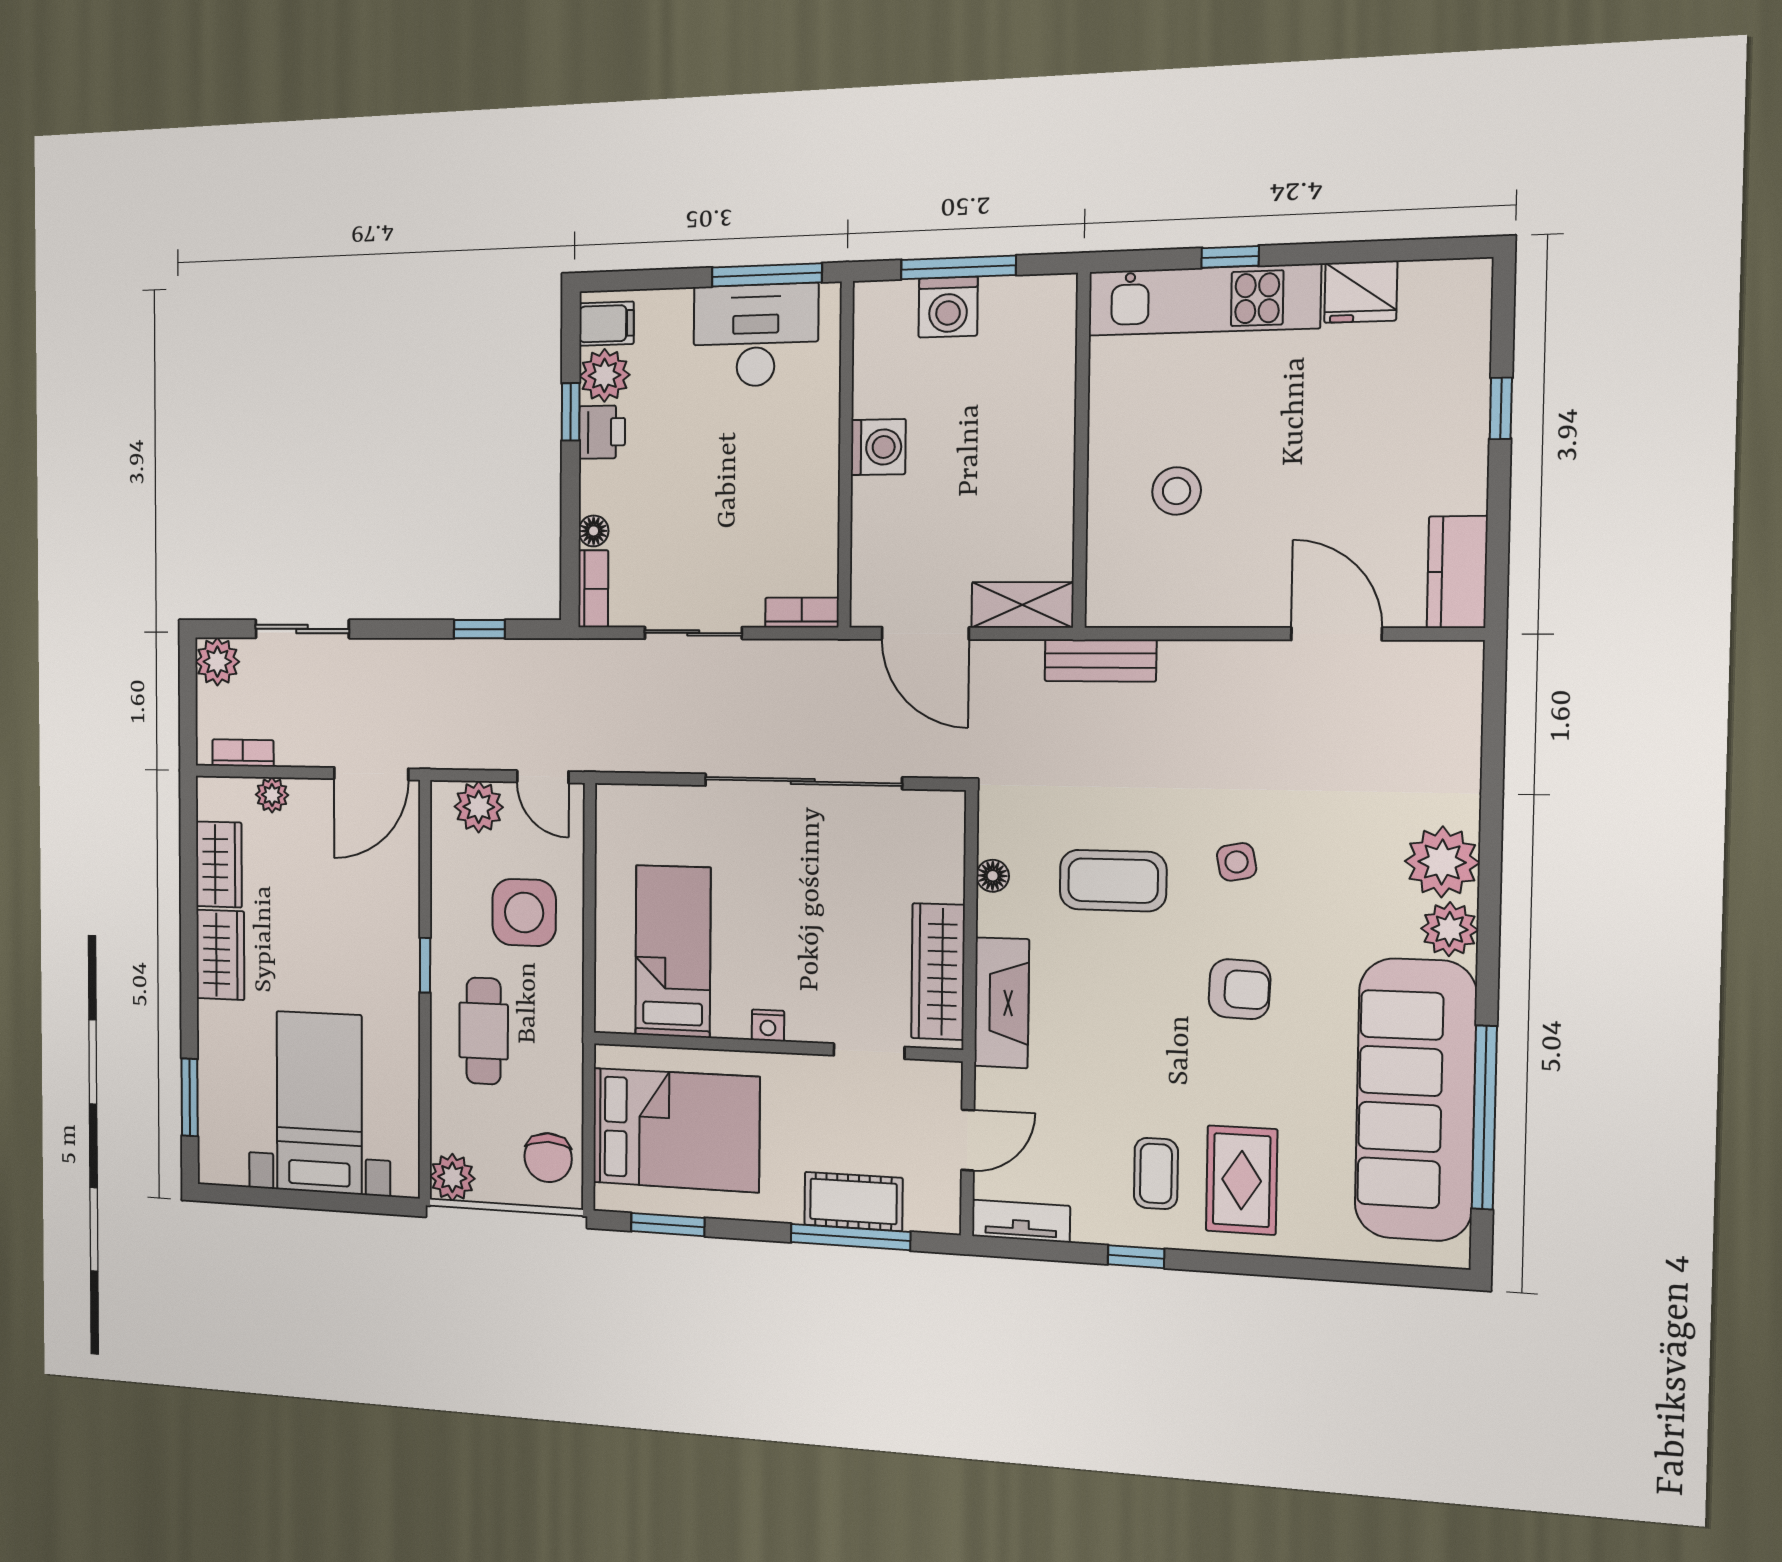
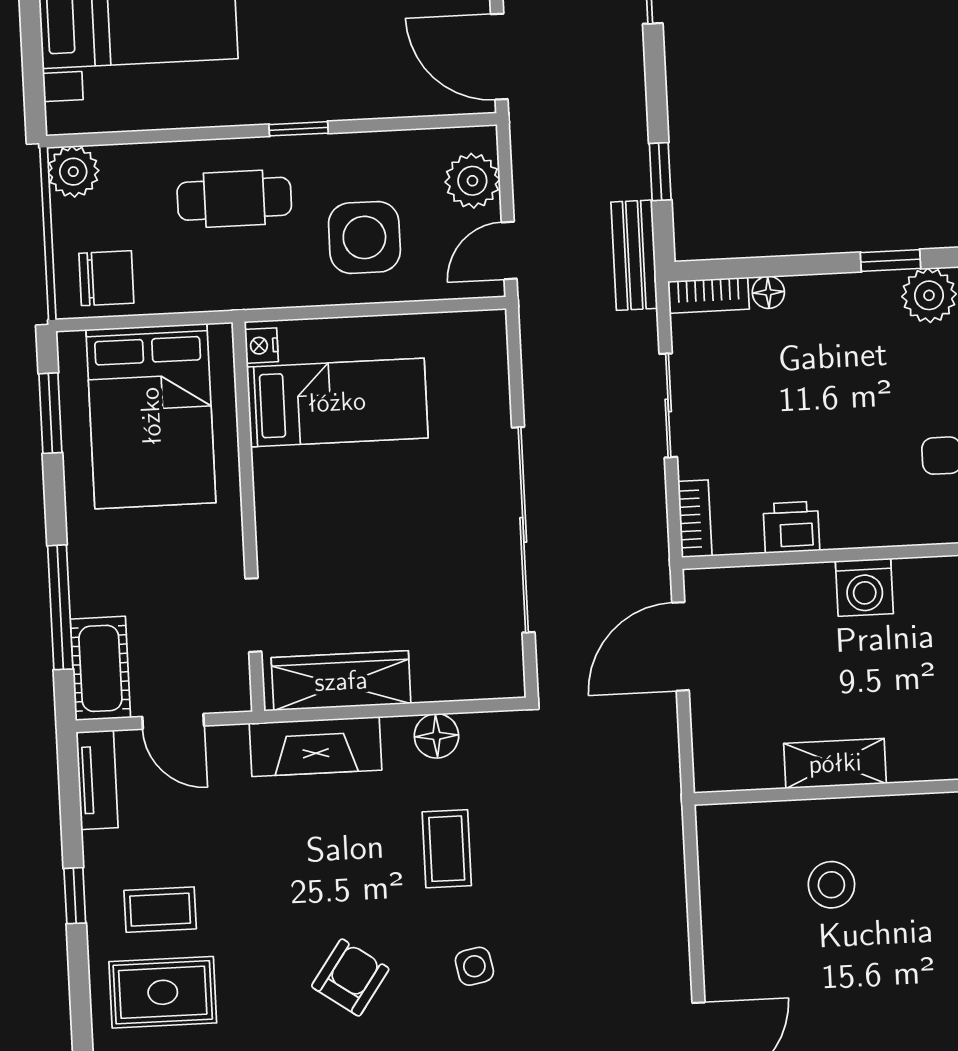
printer: (602, 432) -> (791, 527), moved, turned 180
shelving: (1022, 605) -> (835, 763), moved, turned 90
bench: (1100, 660) -> (634, 255), moved
floor lamp: (993, 876) -> (436, 736), width x1.37, depth x1.37
coffee table: (1113, 881) -> (447, 849), width x0.73, depth x0.77
armchair: (1240, 989) -> (350, 978), turned -147
nightstand: (768, 1025) -> (261, 346), moved
chair: (548, 1158) -> (106, 278), turned 180
cot: (853, 1201) -> (100, 668), moved

